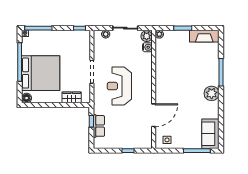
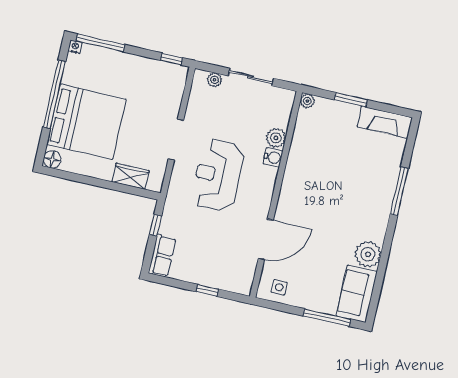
plant: (147, 36) -> (276, 138), moved
water cooler: (147, 47) -> (273, 157), moved
plant: (212, 93) -> (368, 254), moved
row of seats: (99, 126) -> (162, 256), moved

